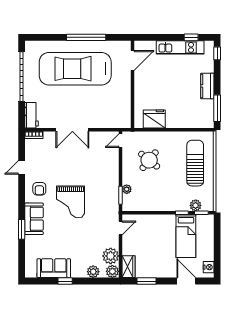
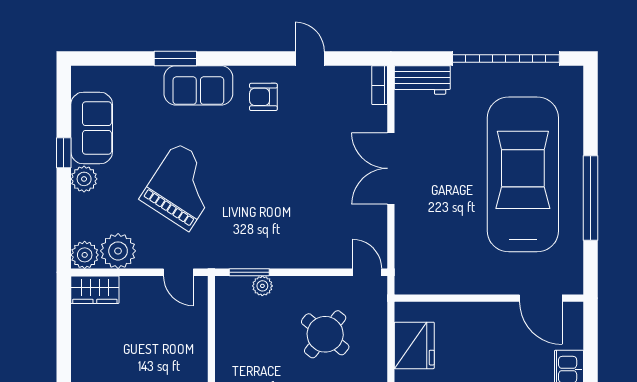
grand piano: (71, 202) -> (182, 187), moved, turned 123
plant: (93, 272) -> (84, 179), moved
window: (146, 281) -> (64, 329), removed

